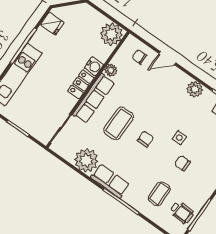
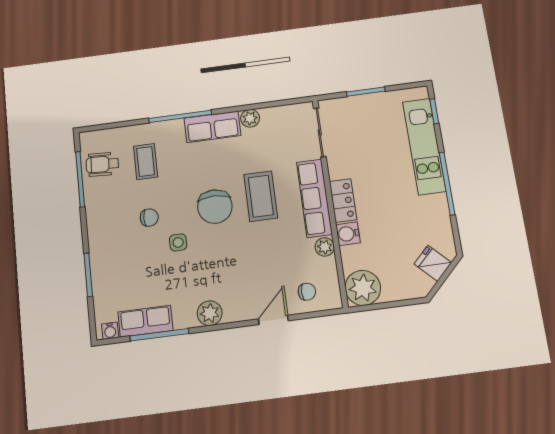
fridge: (52, 24) -> (433, 263), moved, turned 45
chair: (146, 139) -> (215, 207), width x1.87, depth x1.87
plant: (86, 160) -> (250, 118), width x0.53, depth x0.53

